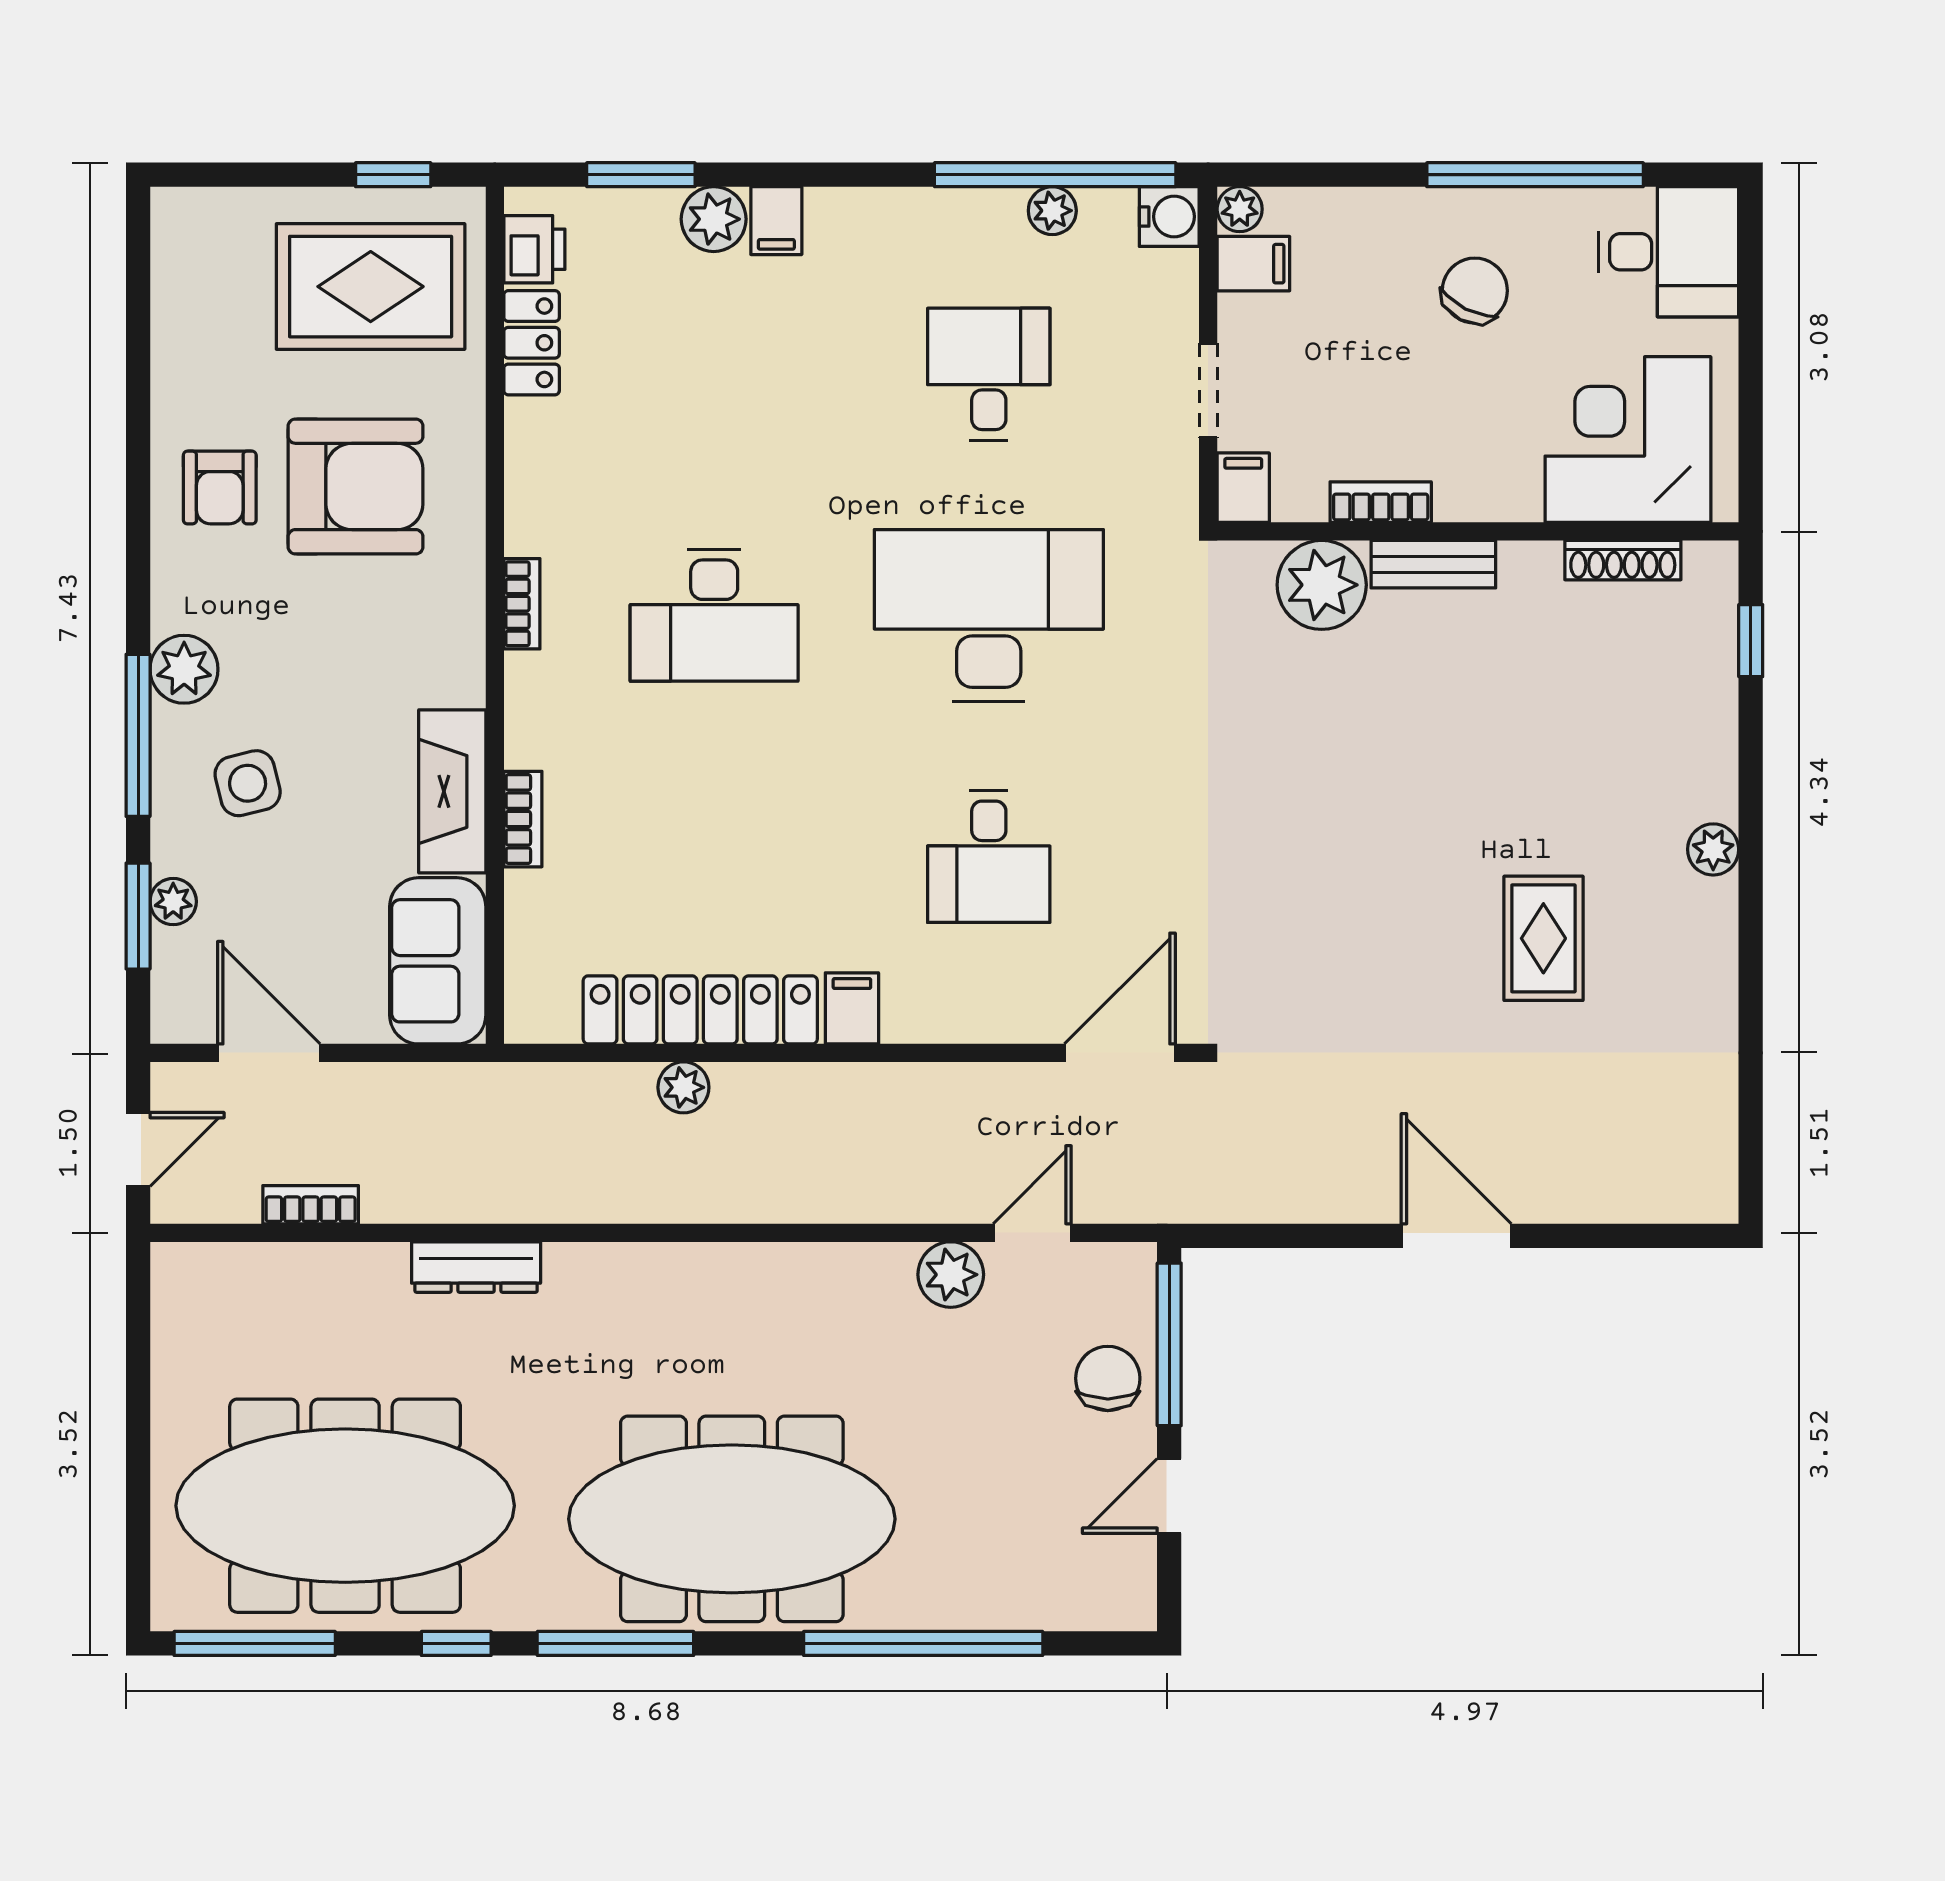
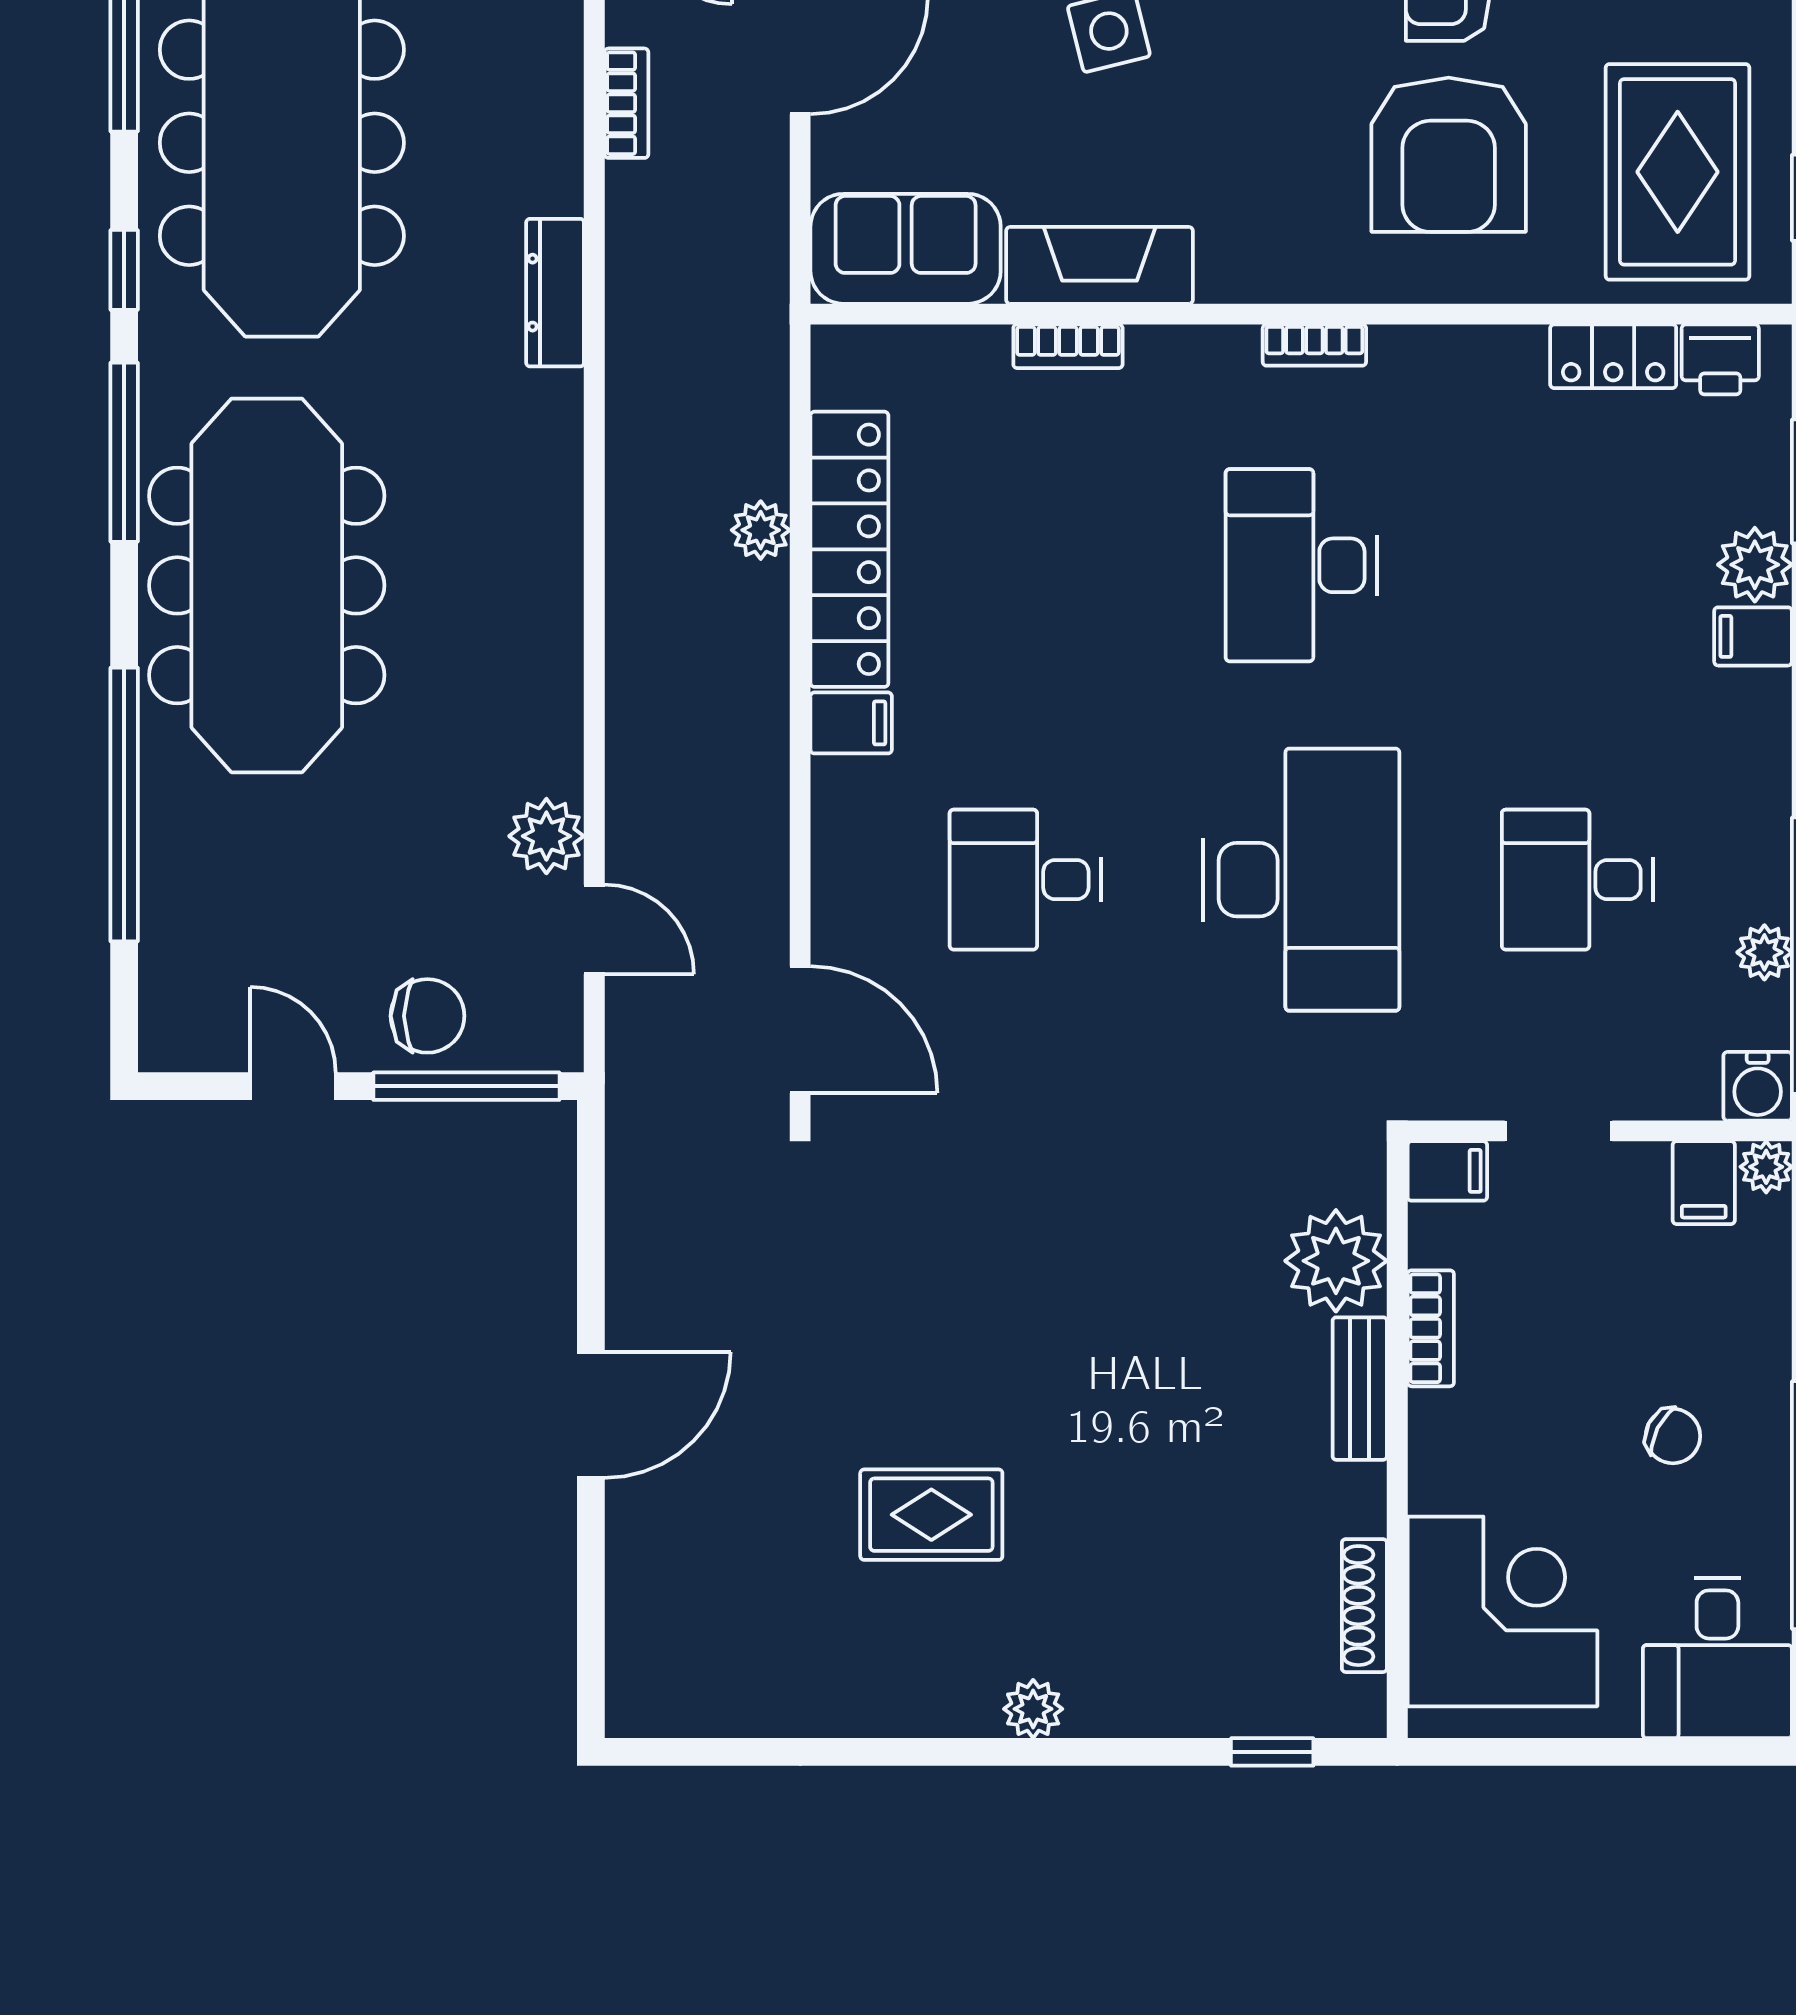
chair: (1475, 291) -> (1673, 1436), width x0.73, depth x0.73
desk: (989, 374) -> (1577, 880), turned 180

